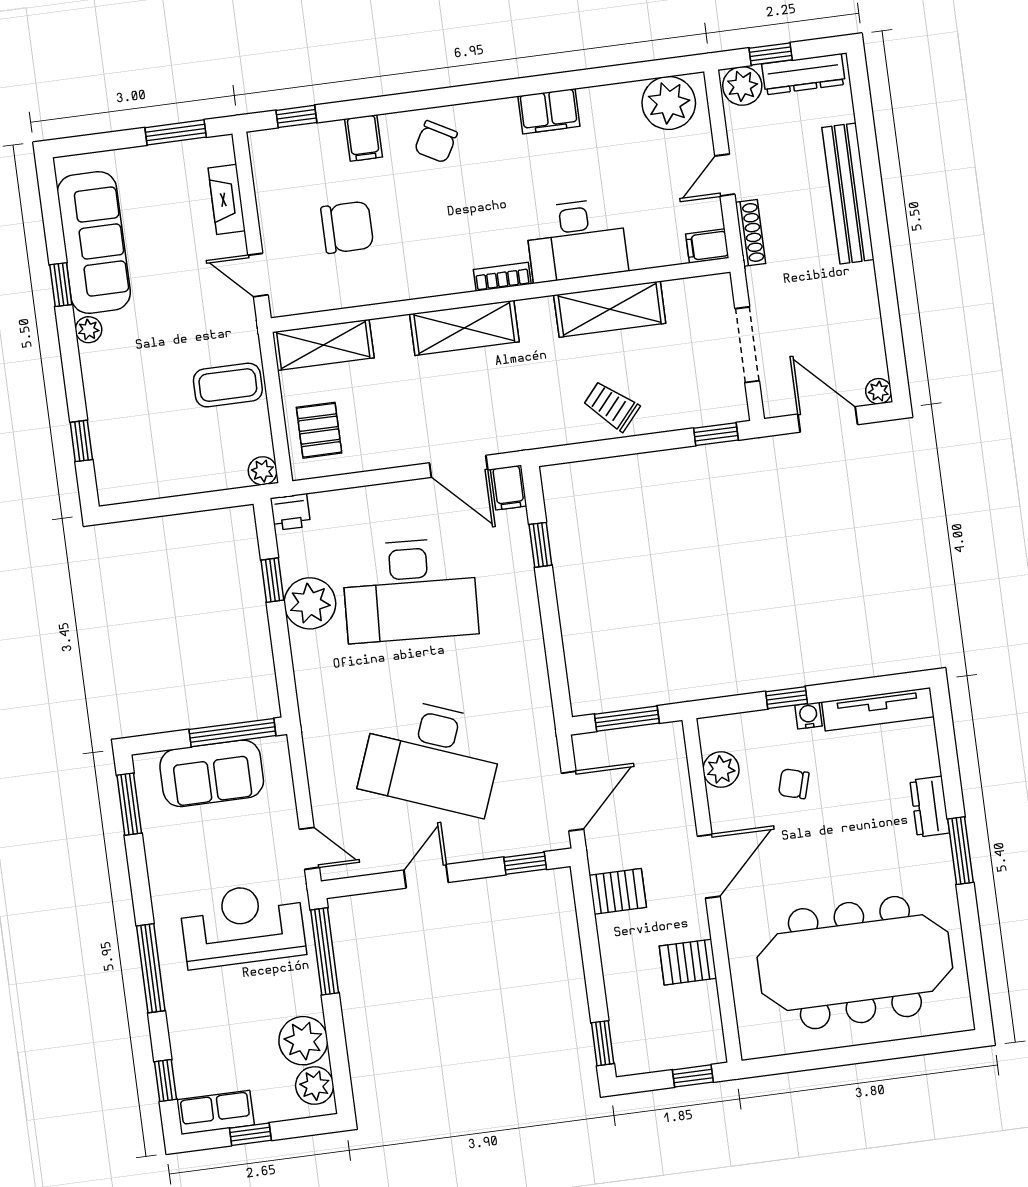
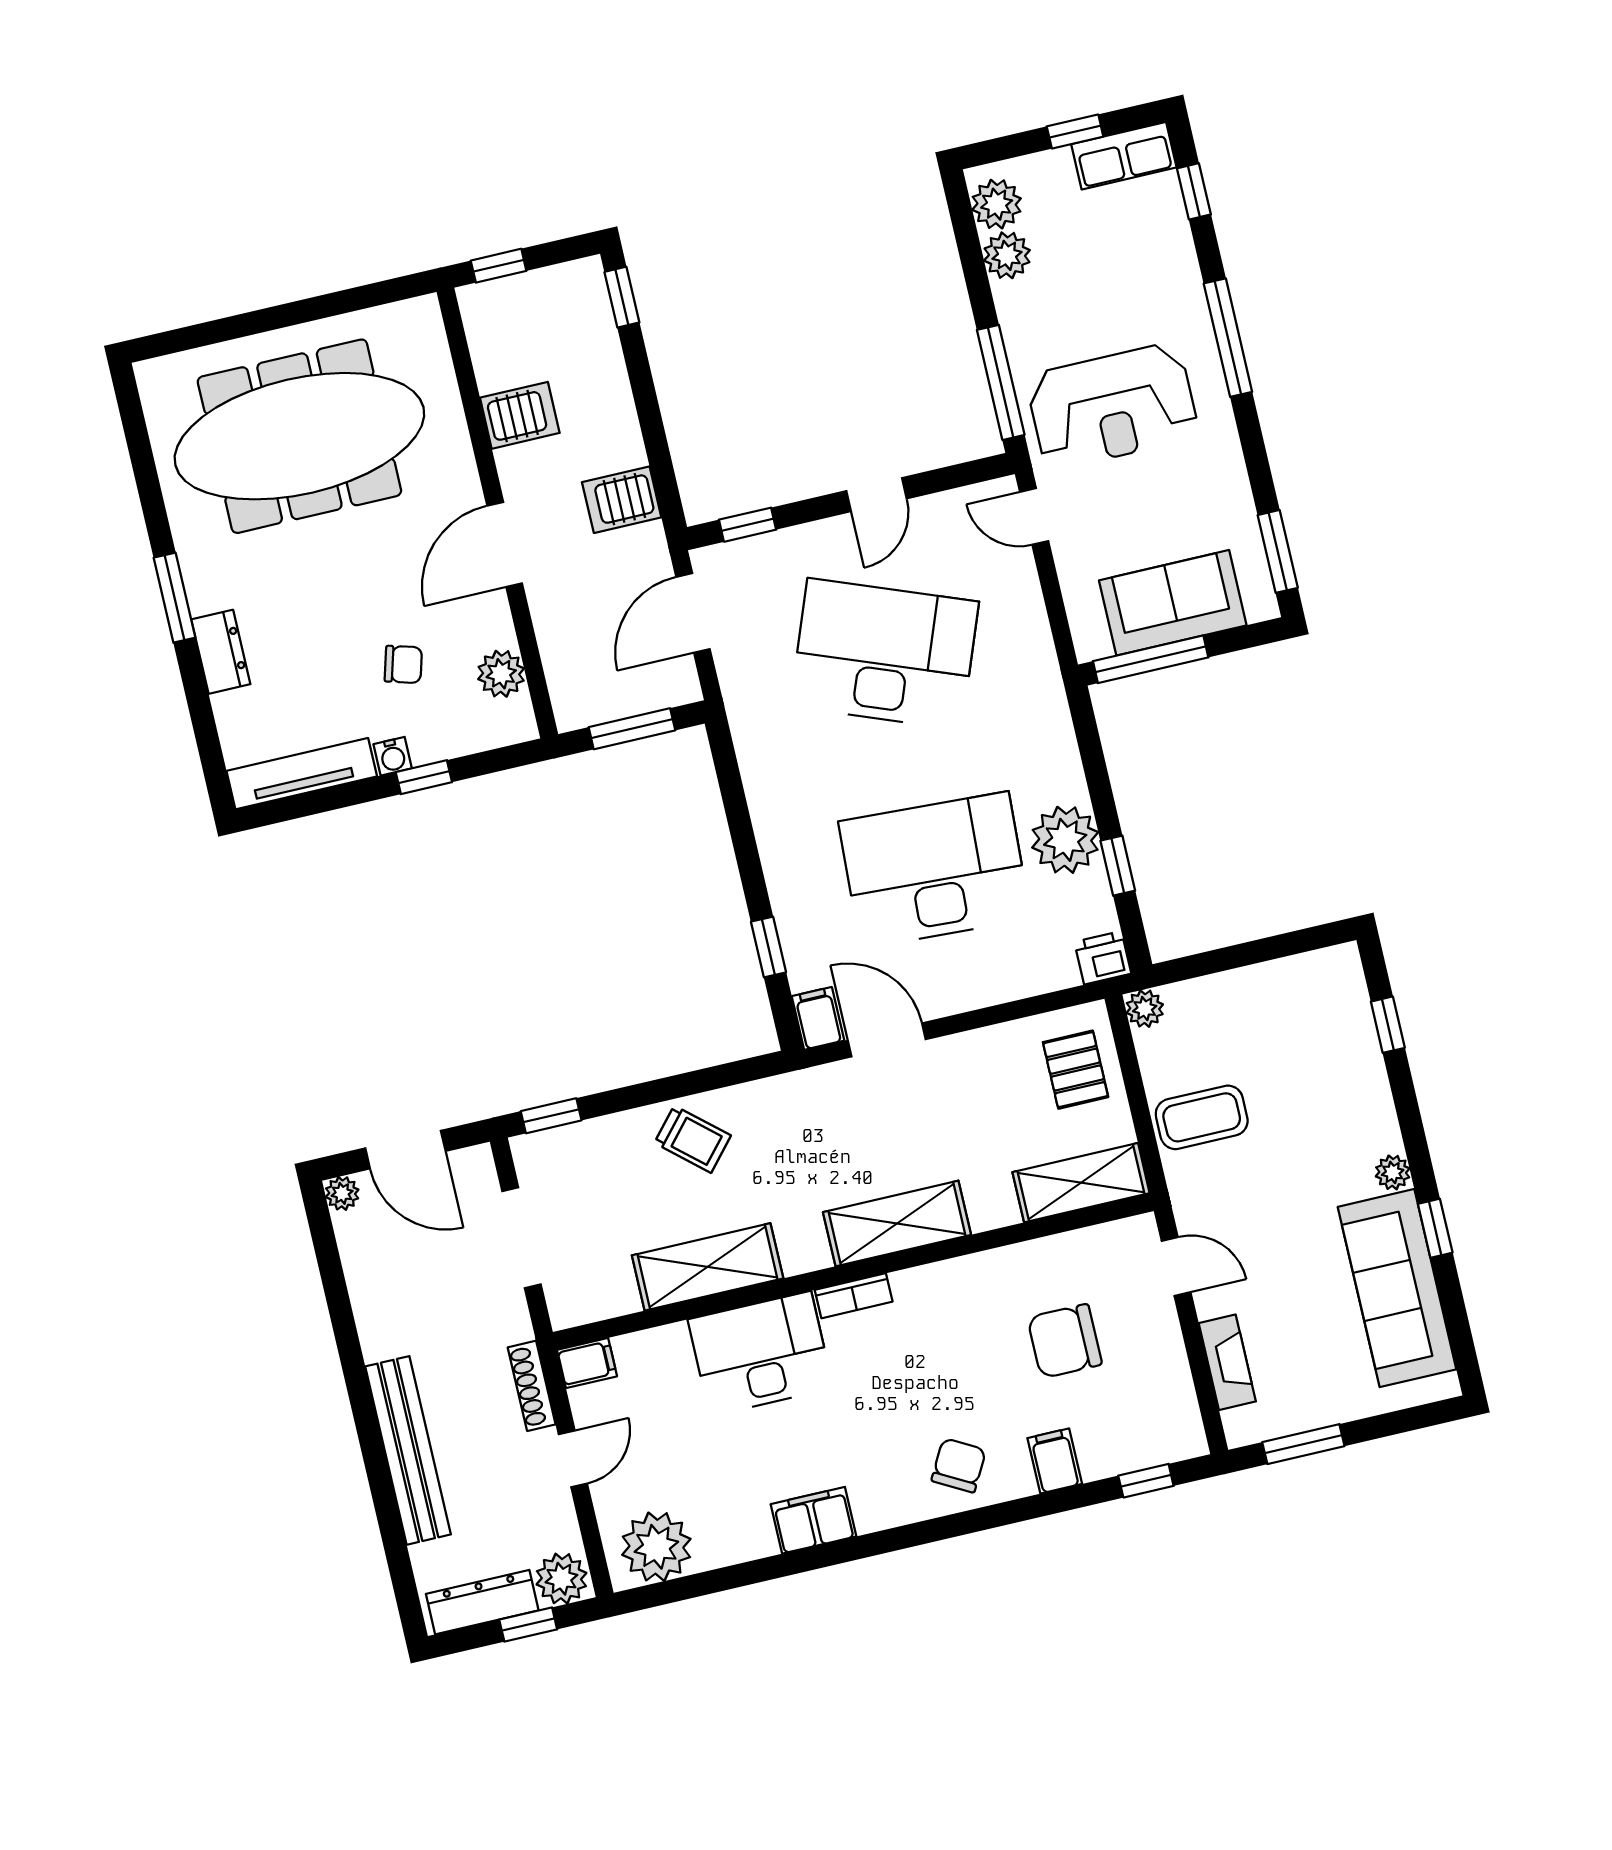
plant: (303, 1041) -> (1007, 255), width x0.73, depth x0.73

